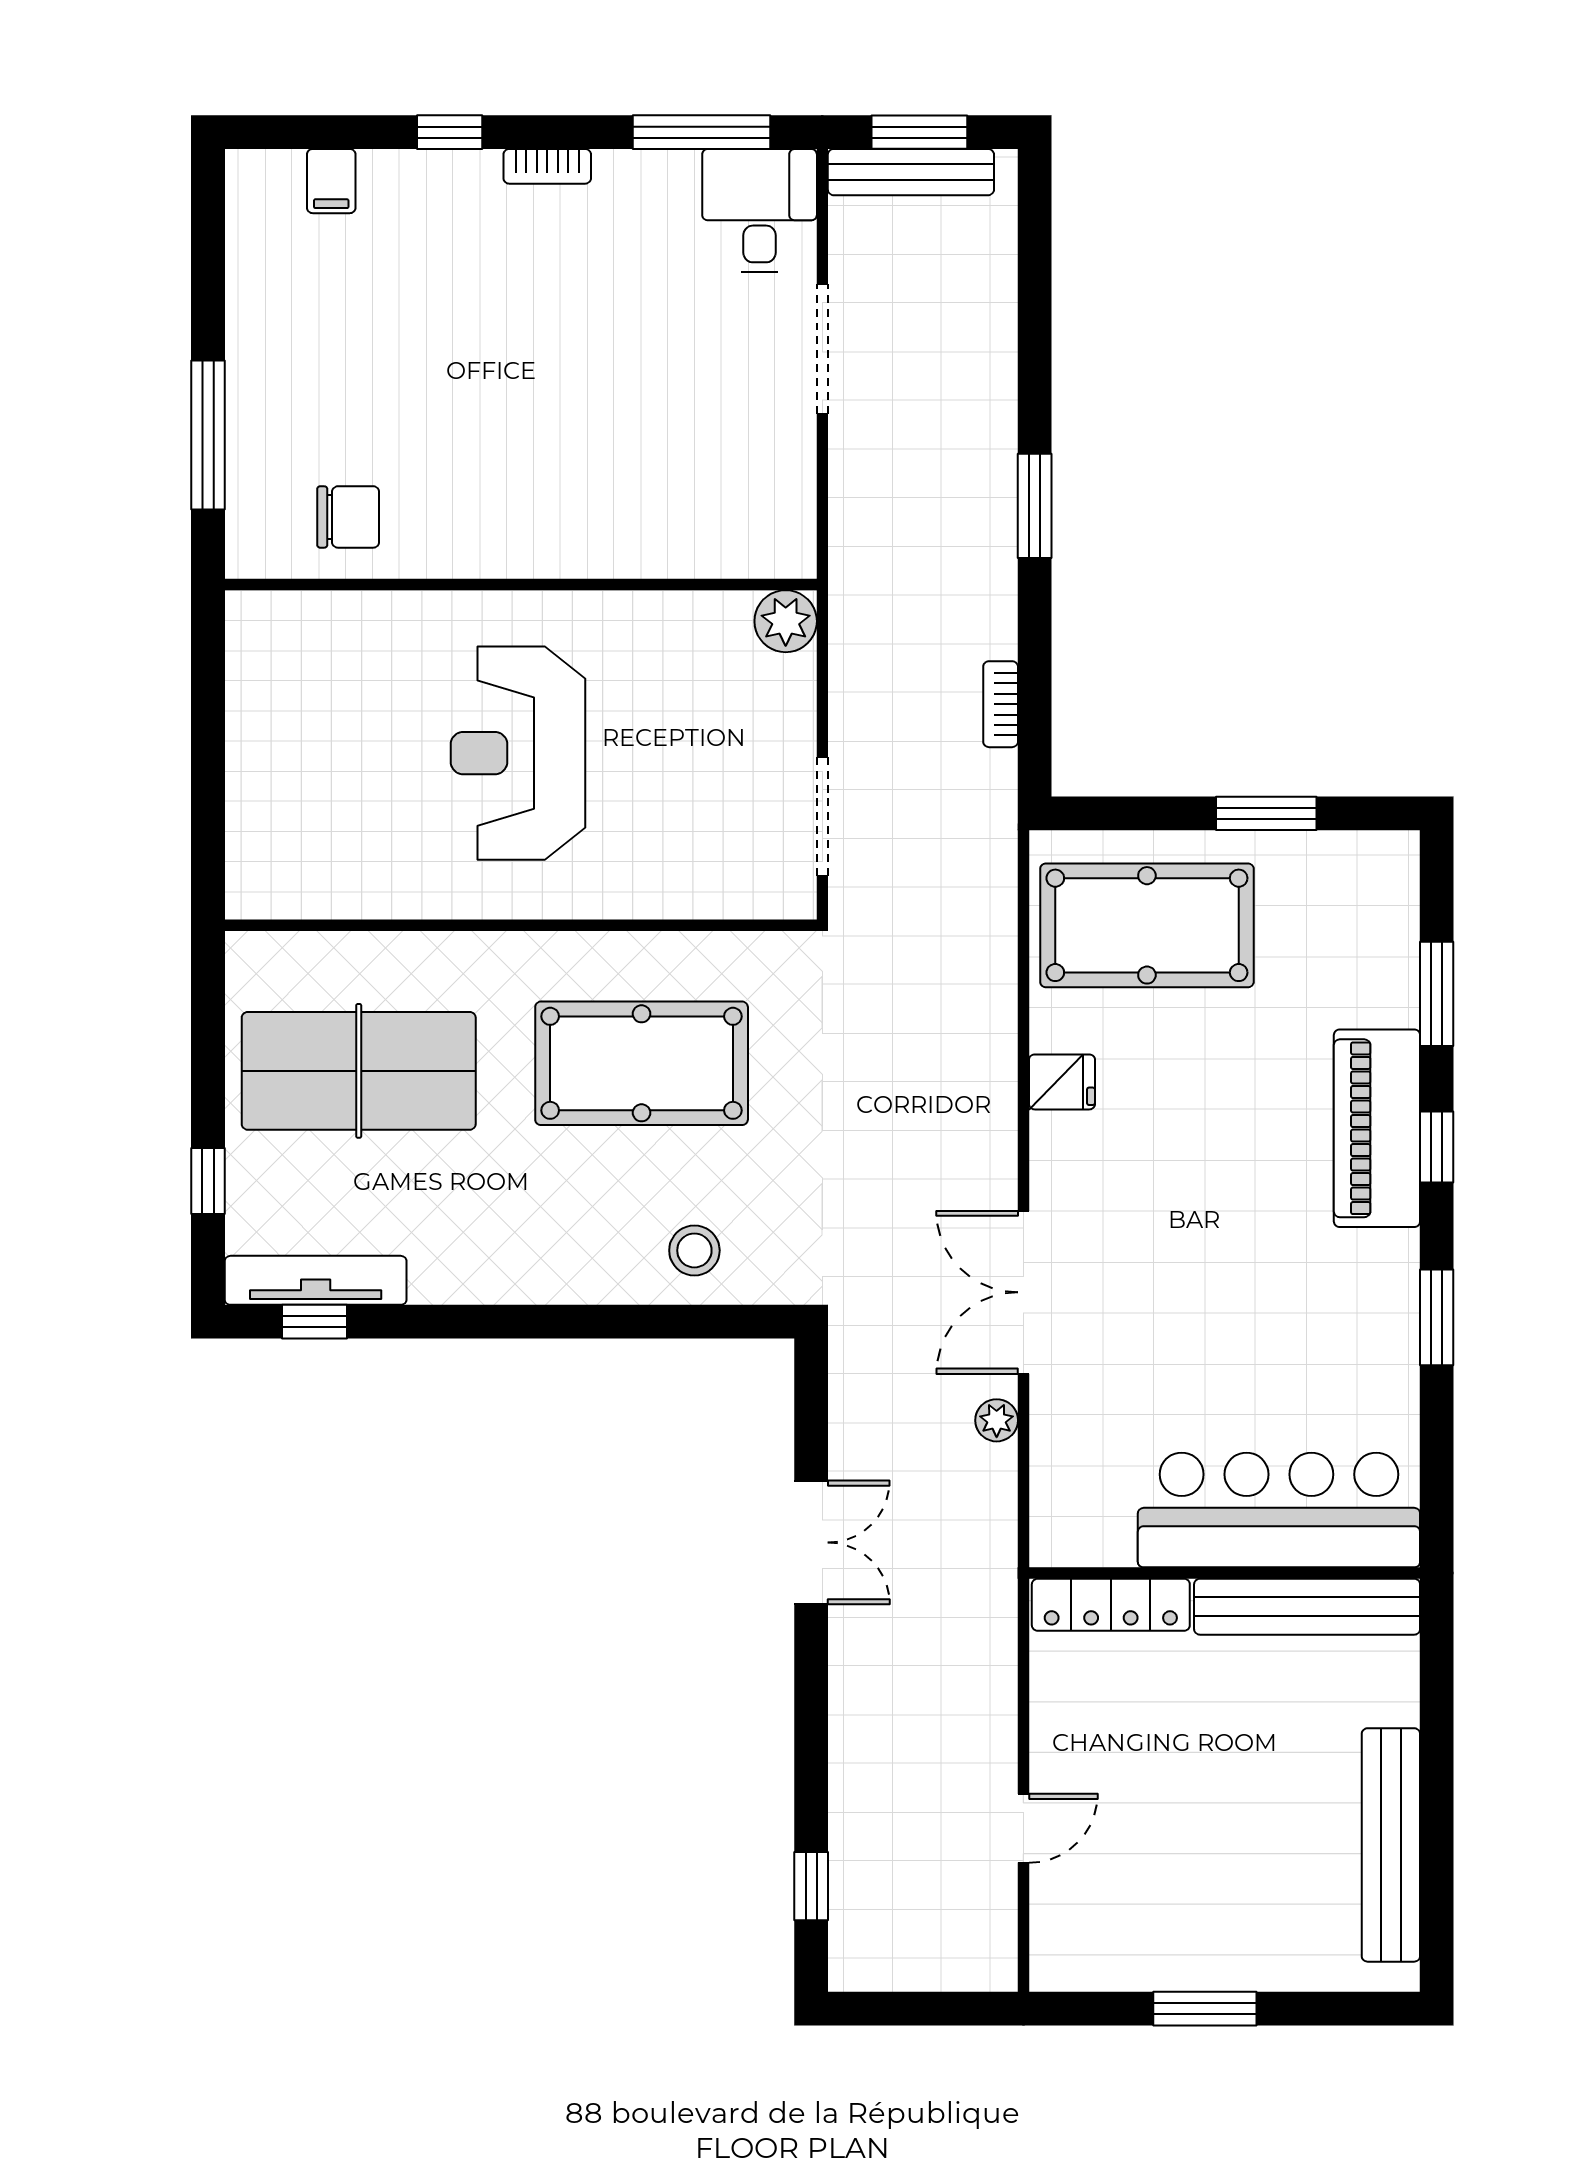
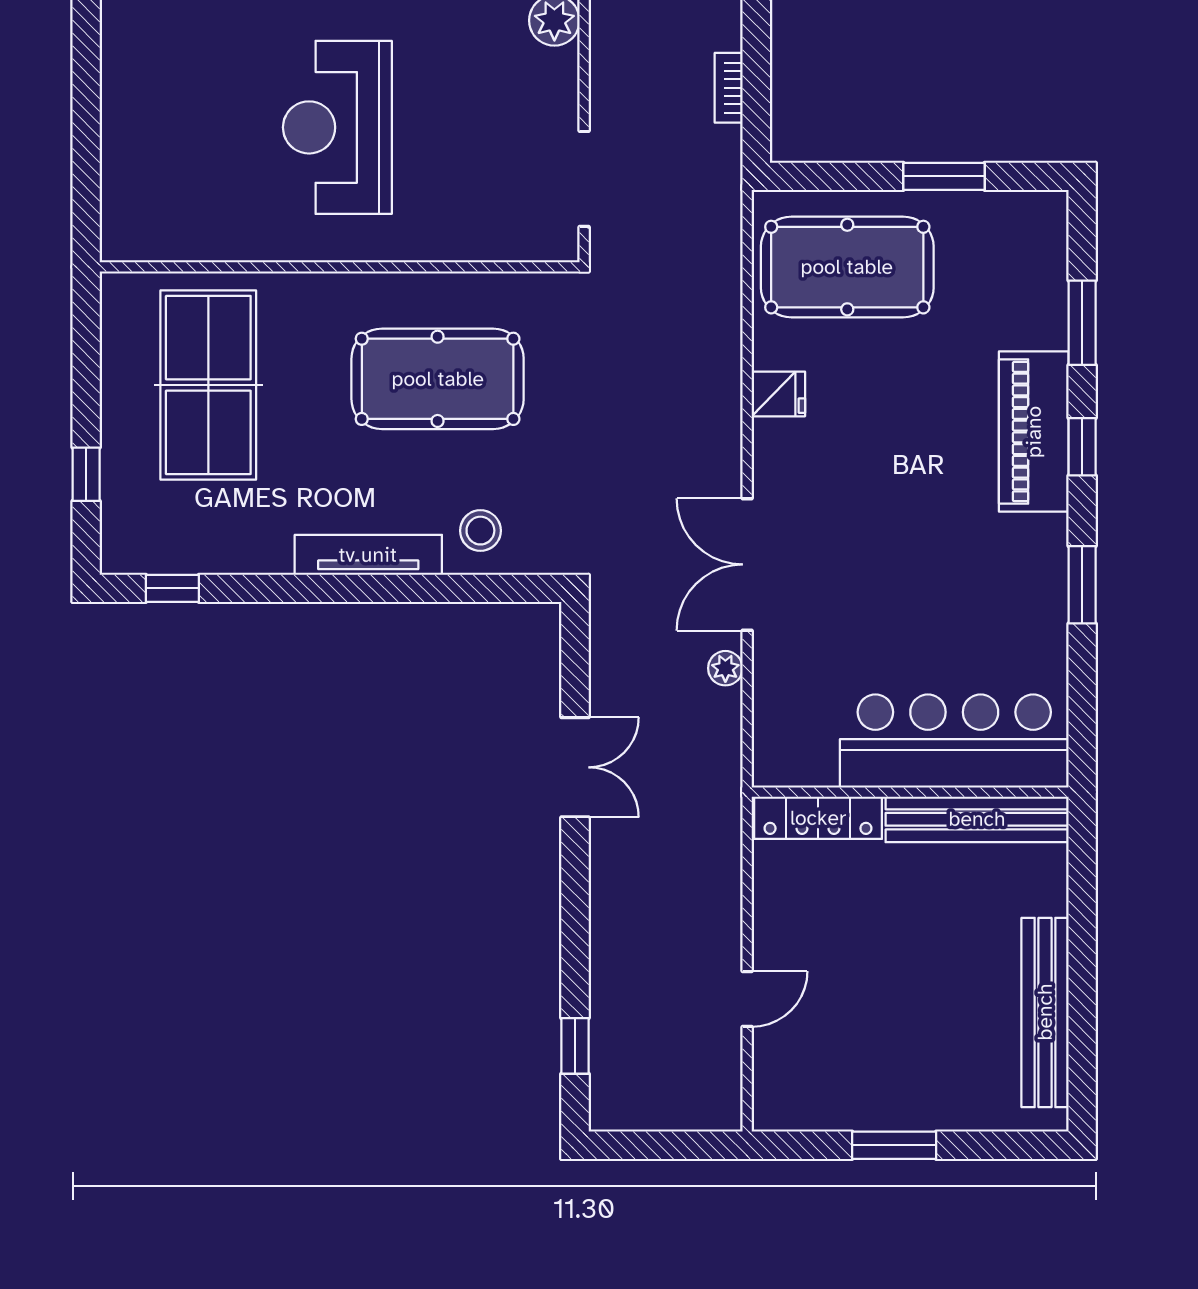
table tennis table: (359, 1071) -> (208, 385), turned 90
tv unit: (316, 1280) -> (368, 555), moved

